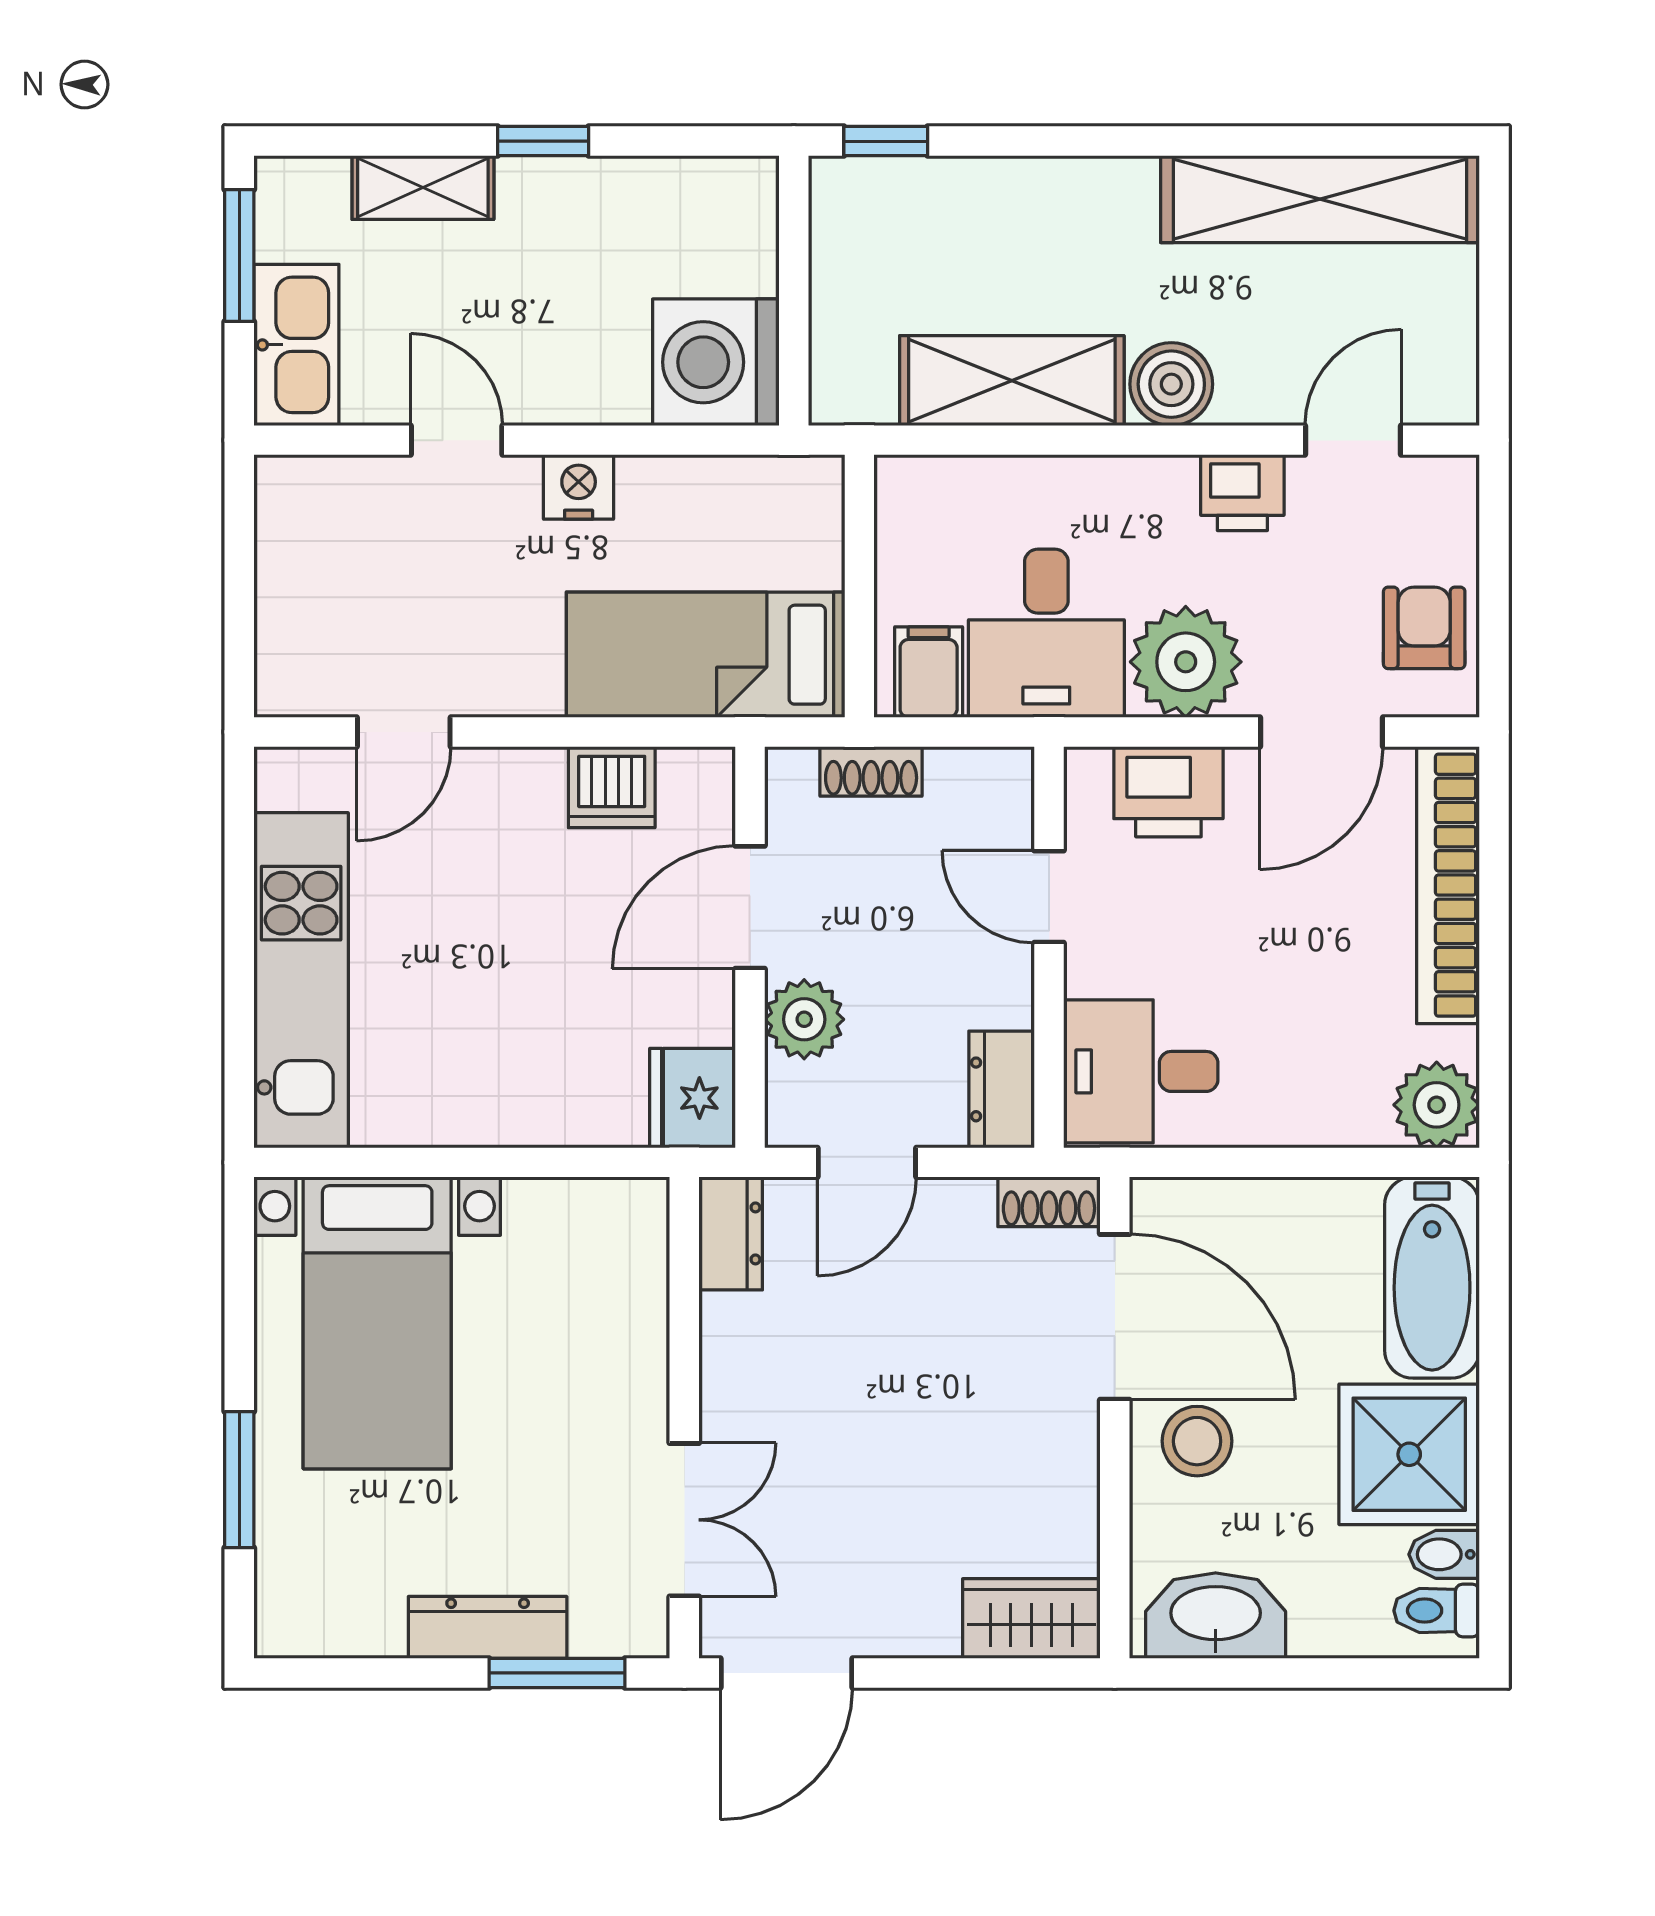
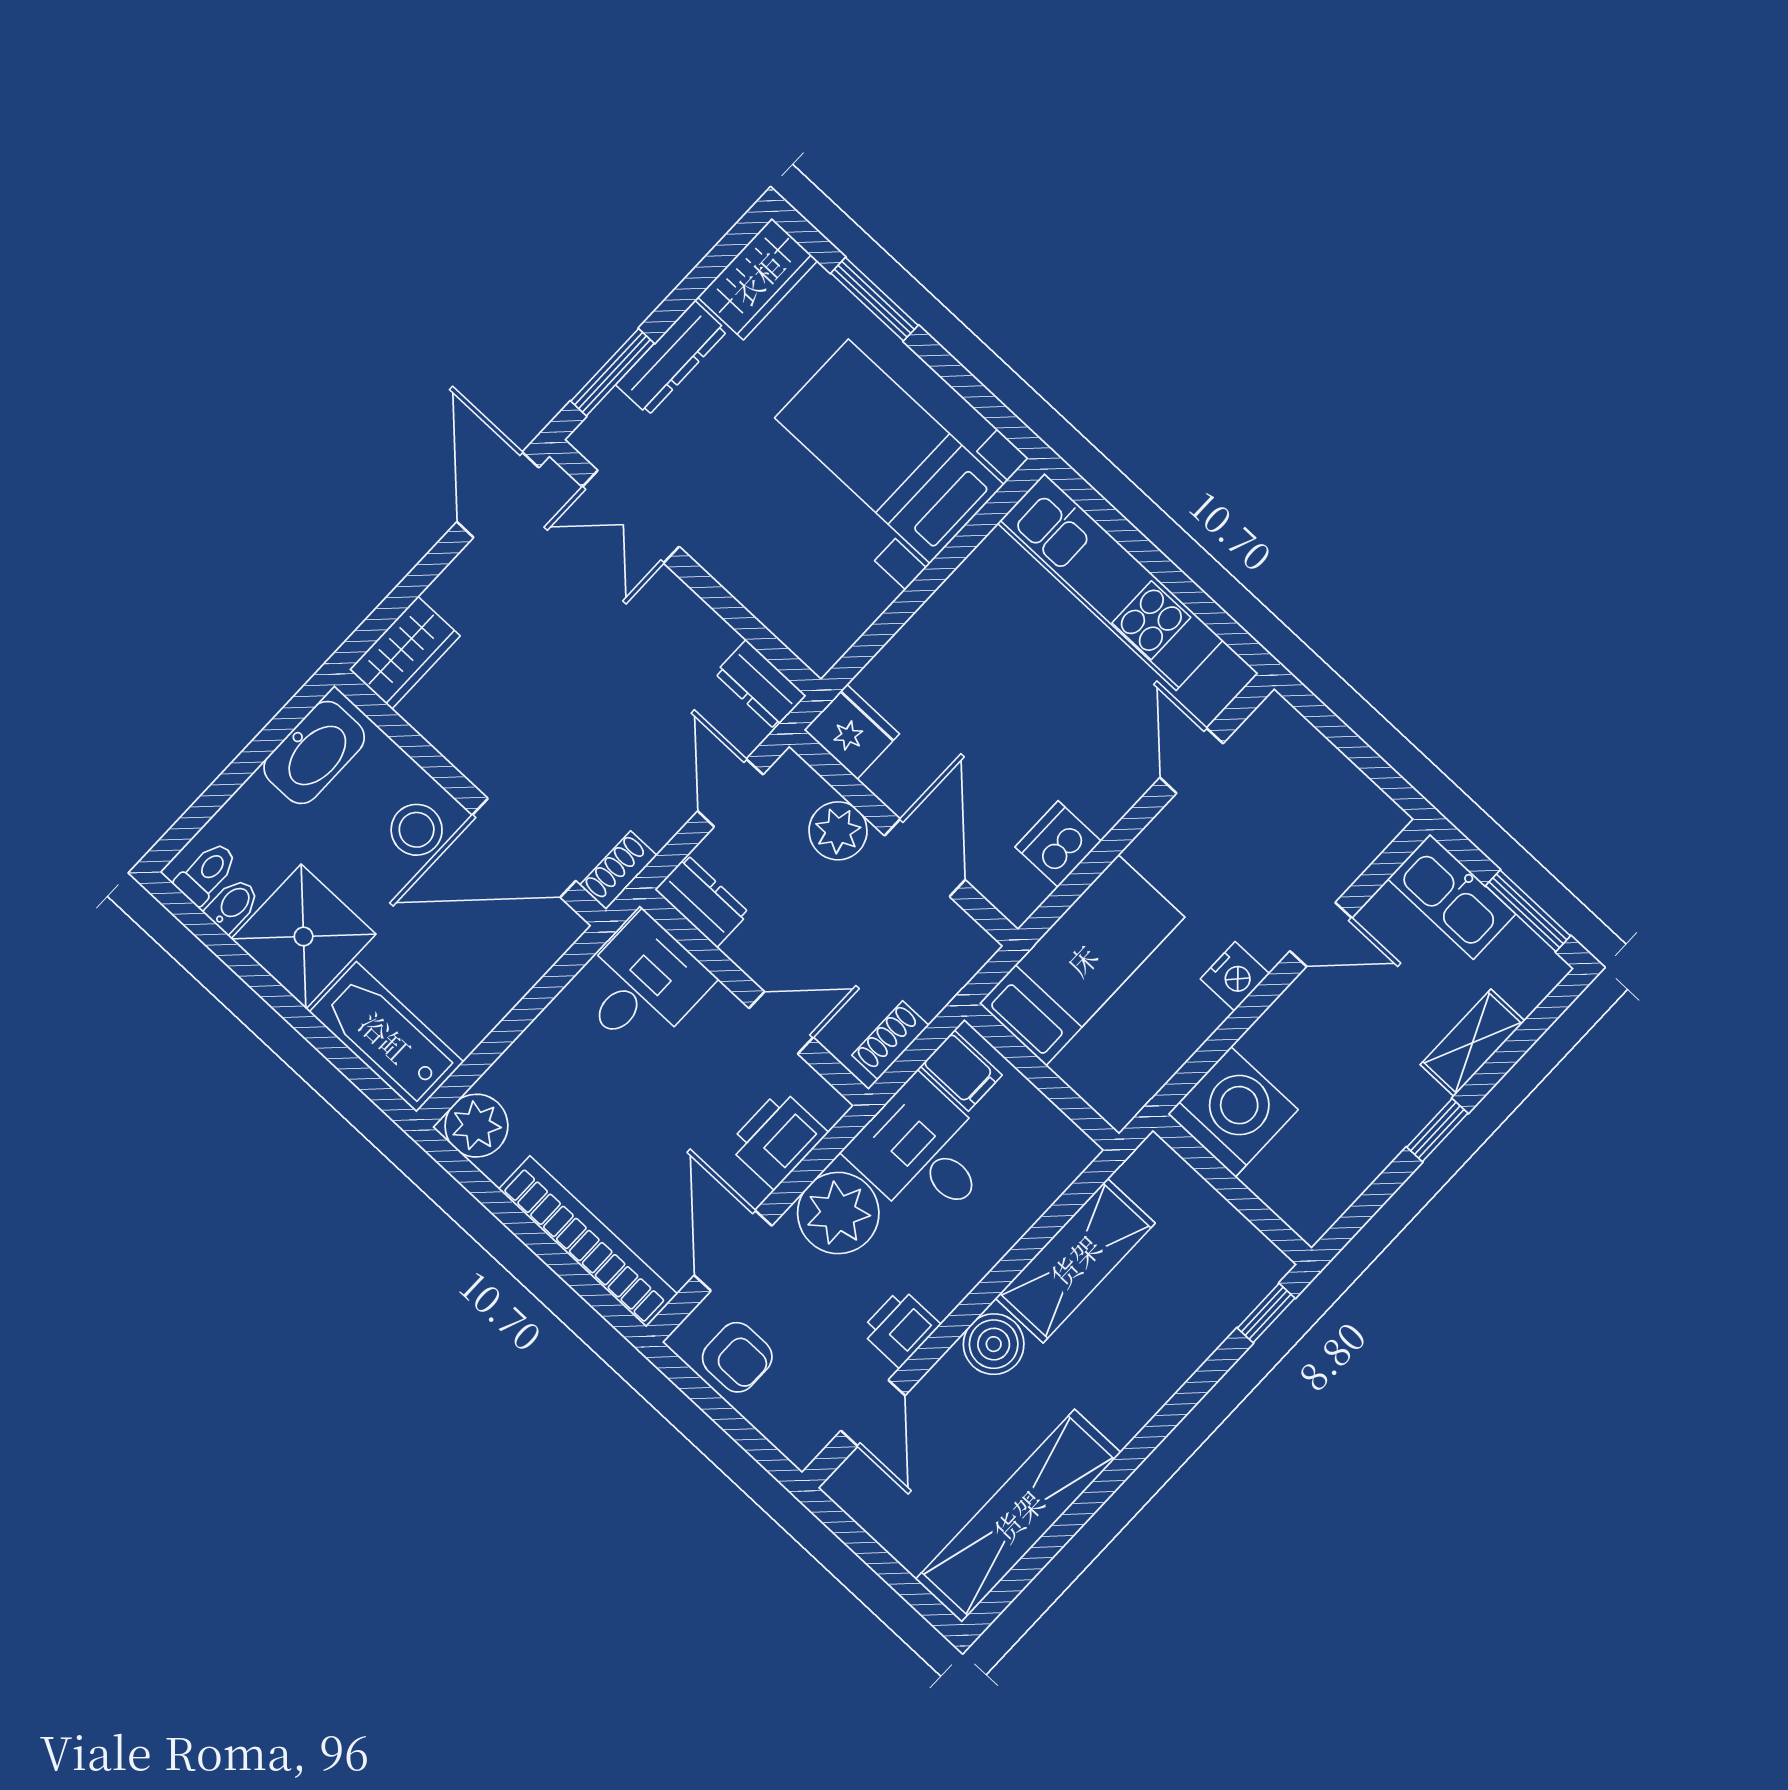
shoe rack: (871, 771) -> (890, 1040), moved
wardrobe: (328, 1615) -> (758, 279), added

